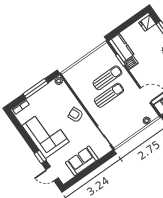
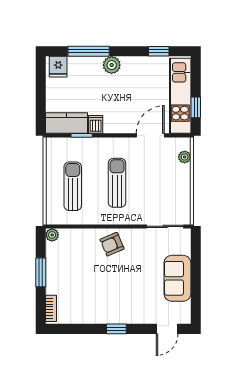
sun lounger: (107, 78) -> (73, 186), moved
window: (35, 89) -> (41, 272), width x0.69
corner sofa: (46, 134) -> (109, 301), removed
window: (40, 157) -> (116, 329), moved

